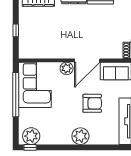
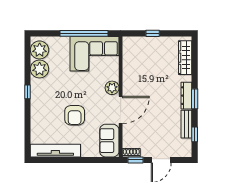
door: (87, 60) -> (121, 110), swing flipped
plant: (80, 136) -> (40, 69), moved
window: (30, 147) -> (28, 92), moved

